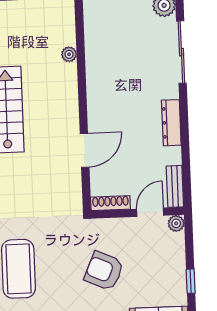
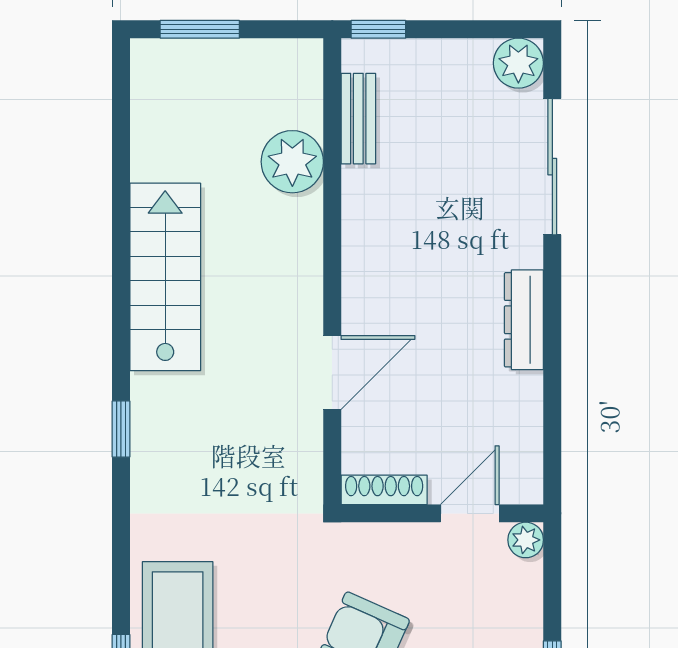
plant: (69, 54) -> (292, 162), width x1.88, depth x1.88
bench: (175, 186) -> (358, 119), moved

